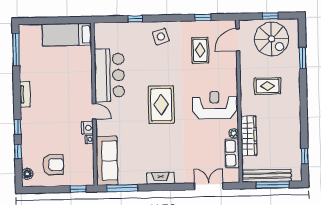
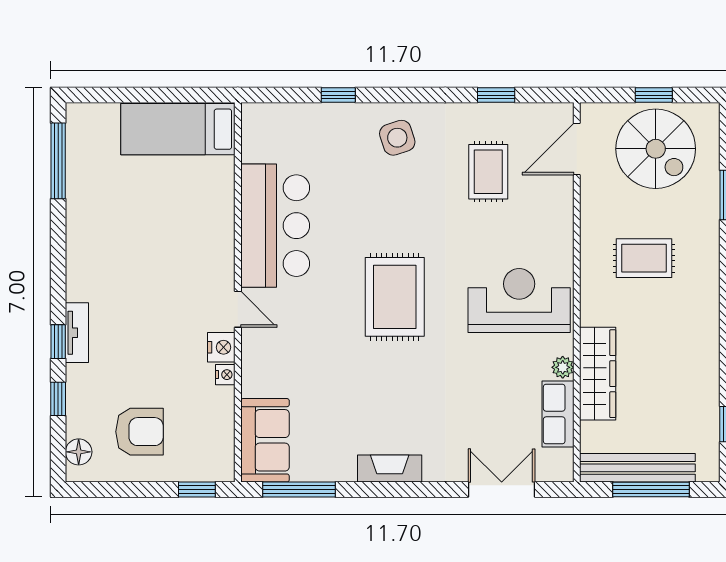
tv unit: (25, 94) -> (77, 333), moved
sofa: (107, 161) -> (265, 440), width x0.73

